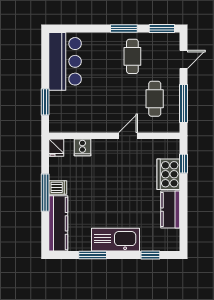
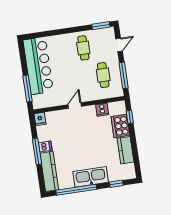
window: (124, 29) -> (74, 30), removed
bar counter: (65, 61) -> (38, 66), width x1.36
window: (45, 102) -> (28, 88), width x1.44
door: (128, 136) -> (75, 105), moved
cooker: (82, 147) -> (102, 110), moved
window: (93, 255) -> (76, 190), width x2.11

